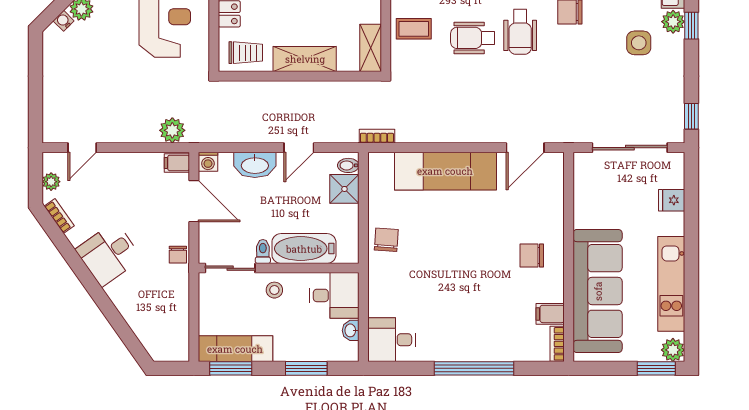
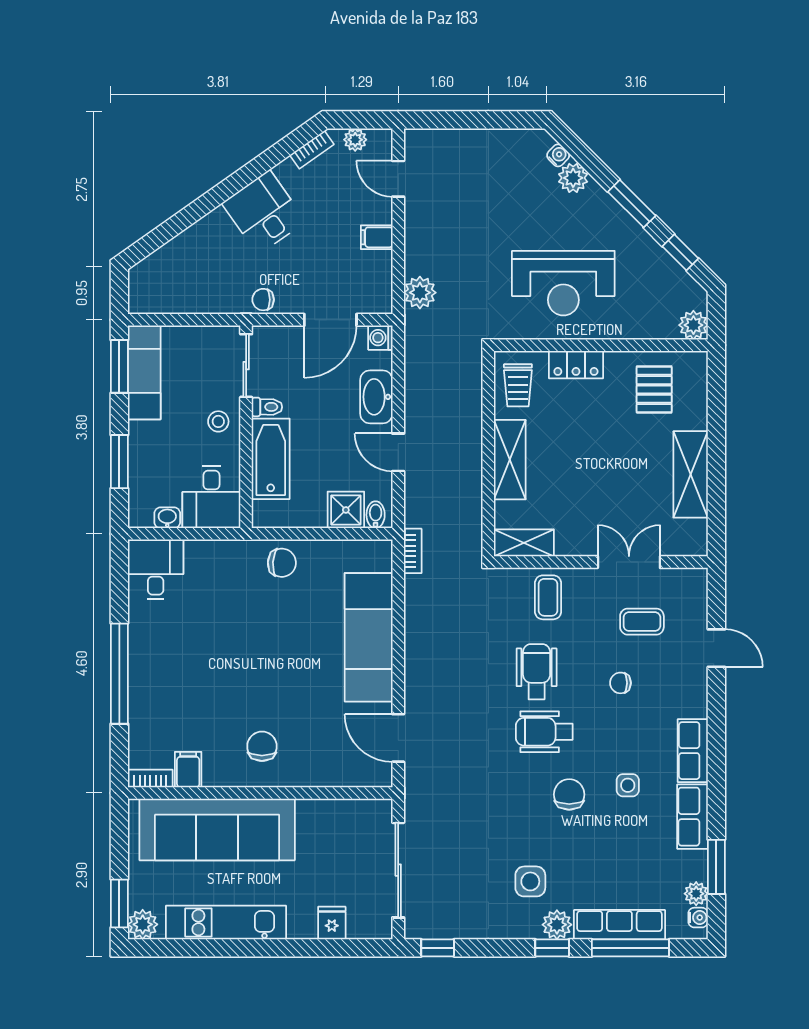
filing cabinet: (177, 163) -> (377, 237), moved, turned -90

